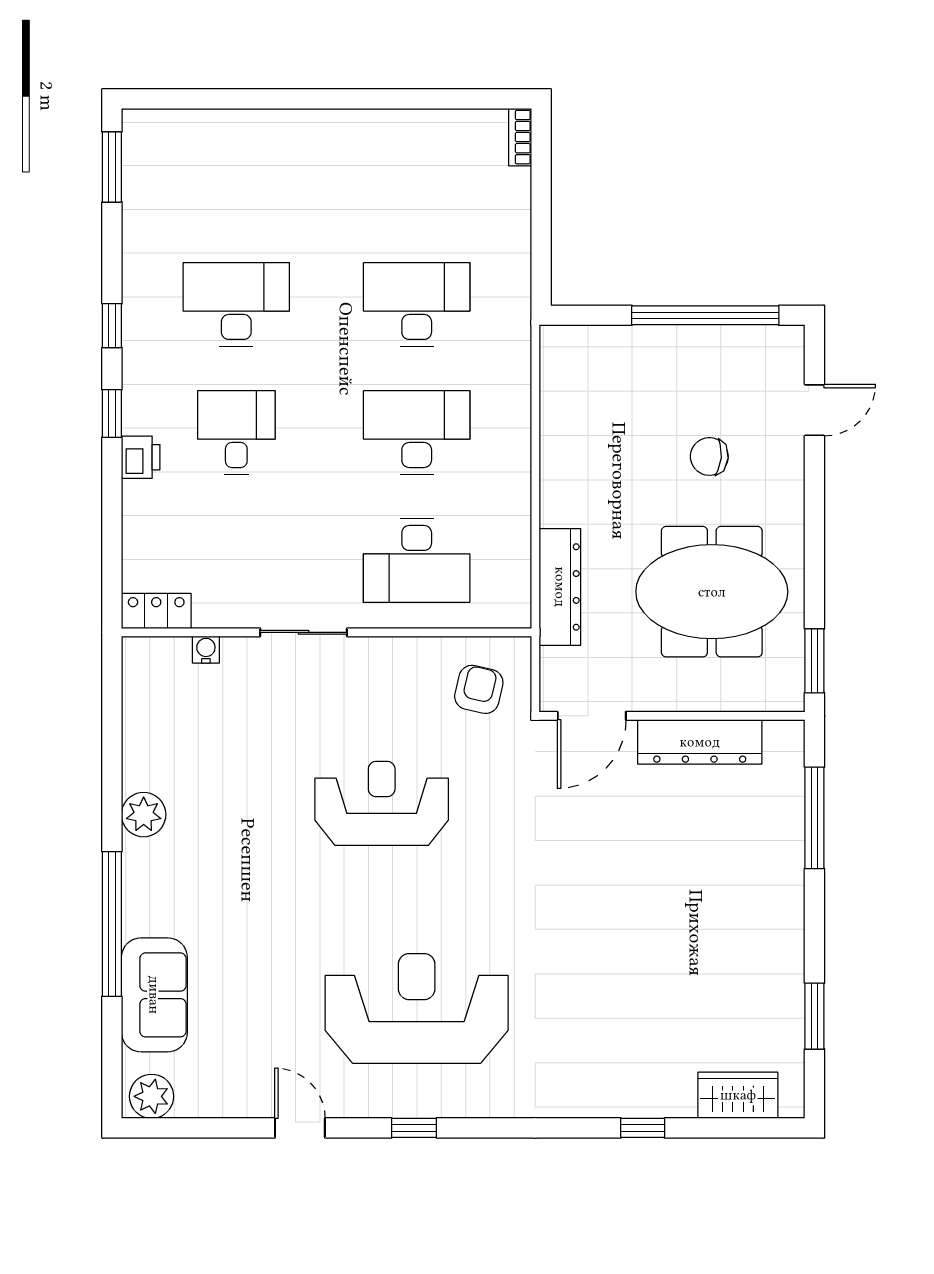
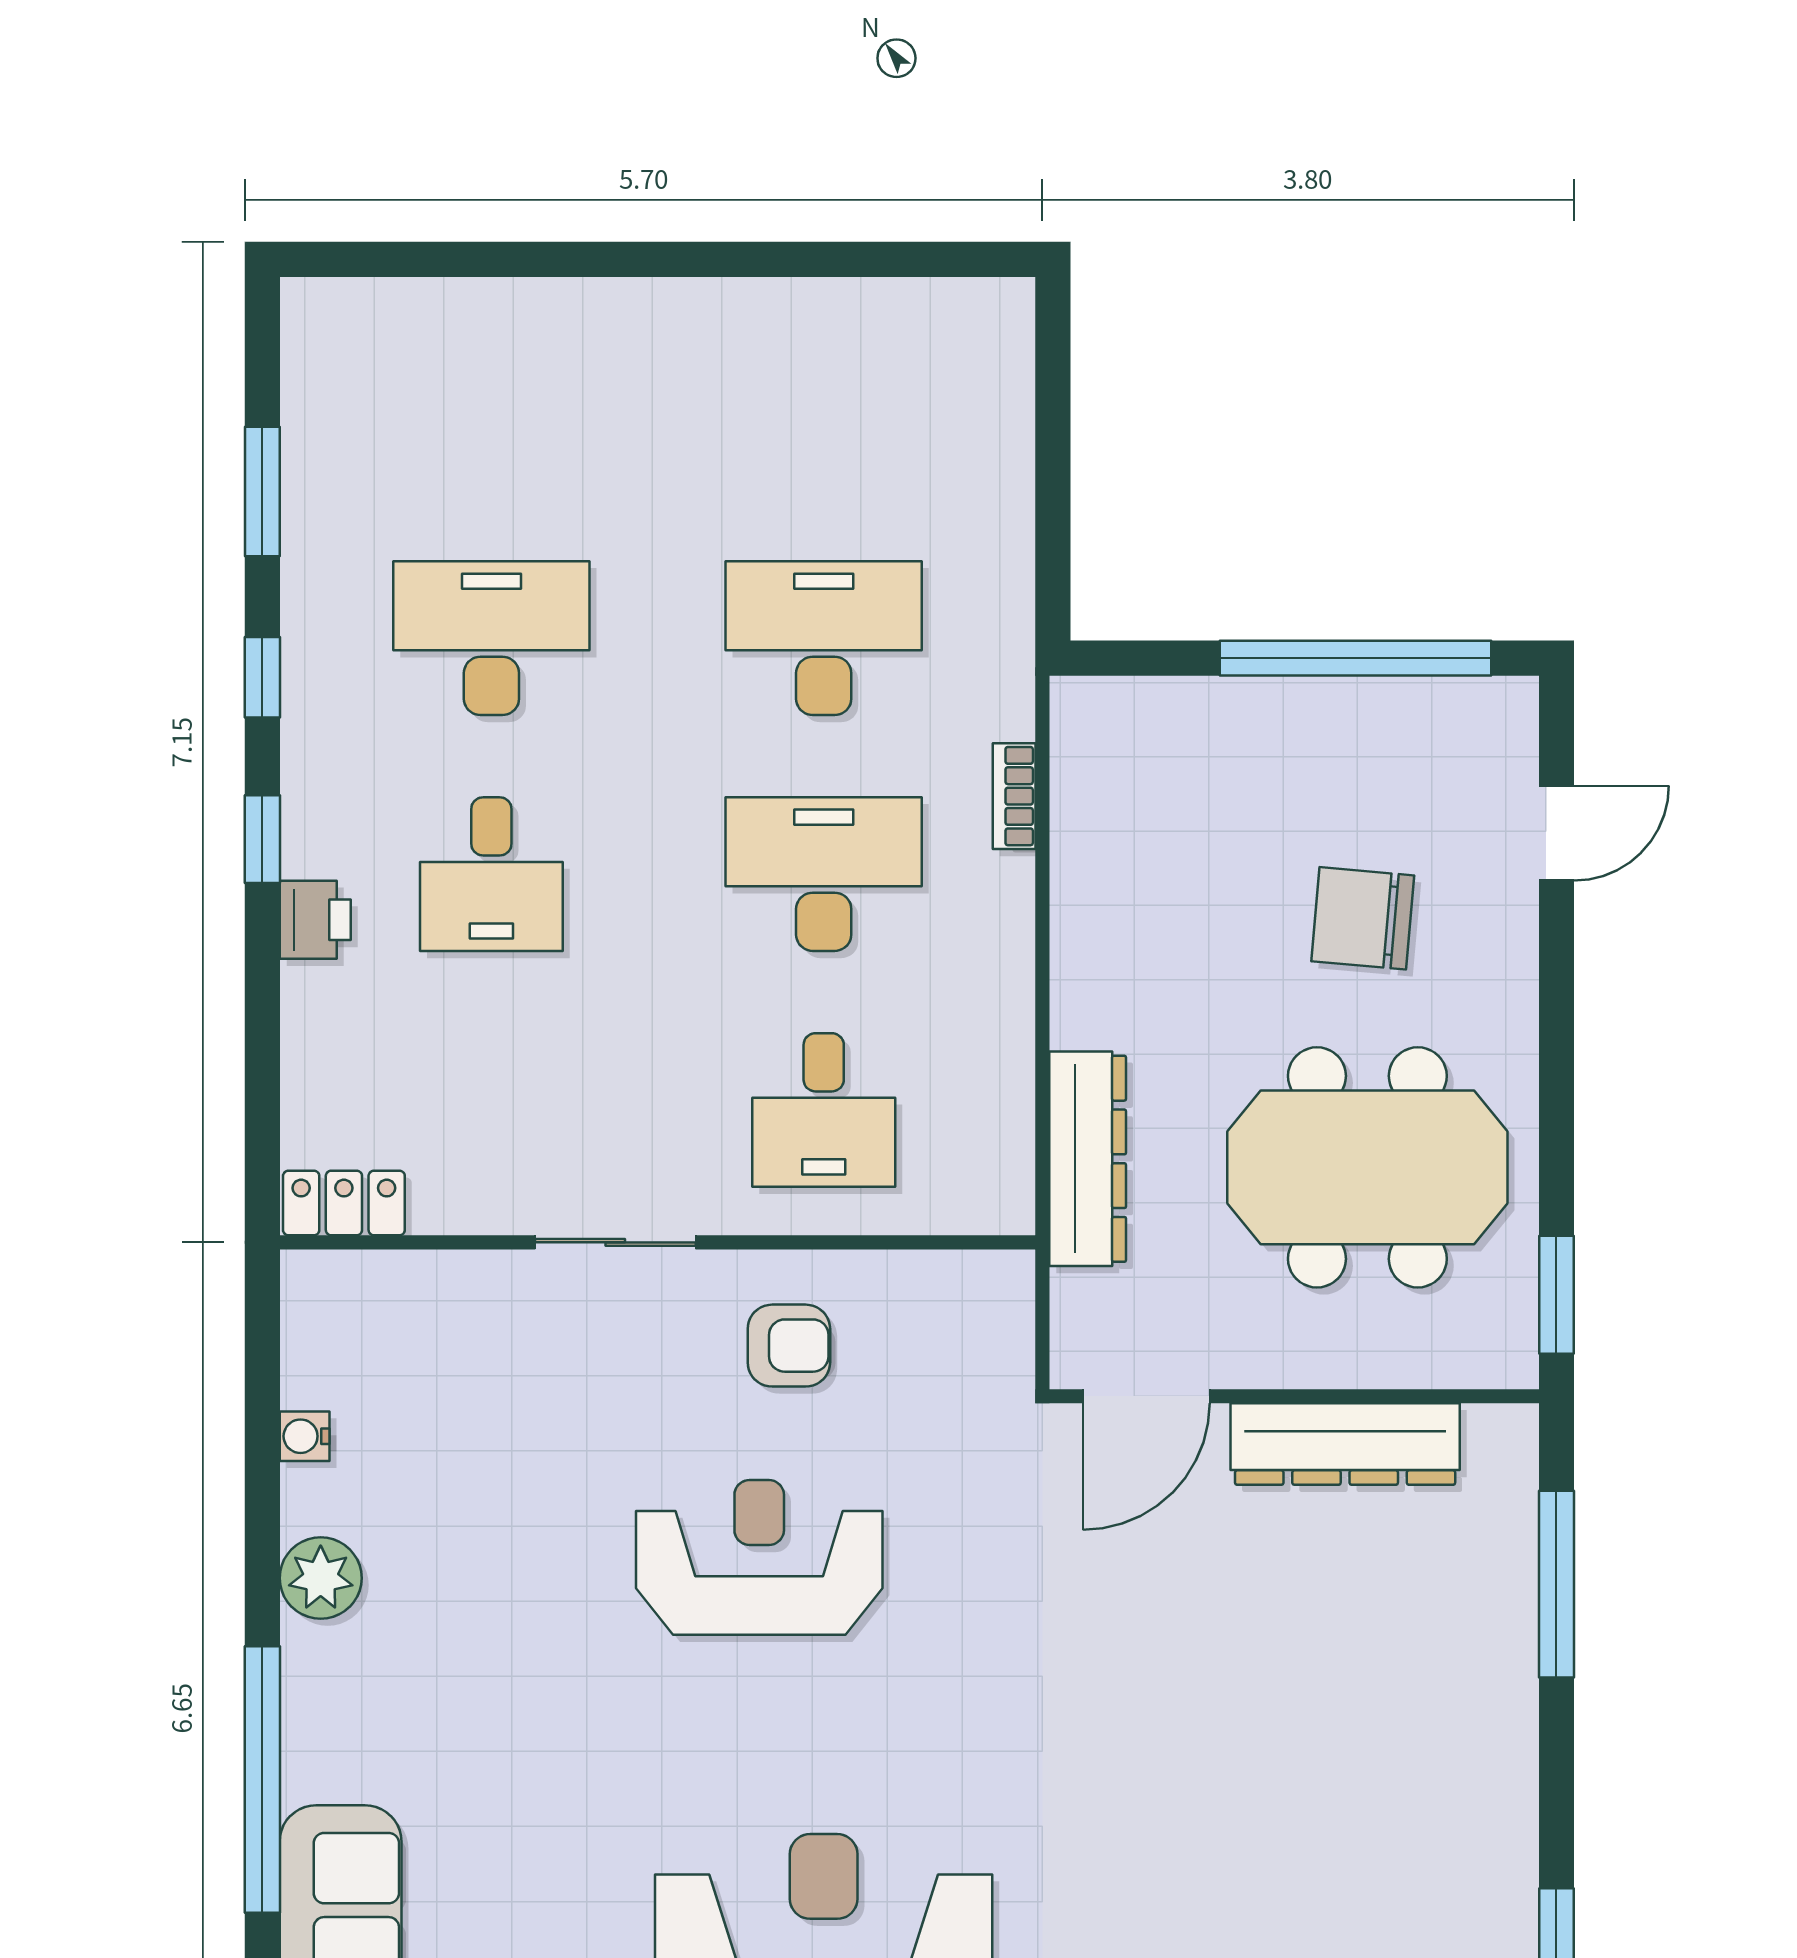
bookcase: (520, 137) -> (1014, 796), moved
window: (112, 167) -> (262, 492), moved
desk: (236, 432) -> (491, 874), turned 180
chair: (709, 456) -> (1363, 918), width x1.37, depth x1.37
desk: (417, 561) -> (824, 1110), width x0.73
water cooler: (206, 650) -> (305, 1436), moved, turned -90
armchair: (479, 689) -> (789, 1346), moved, turned 77

